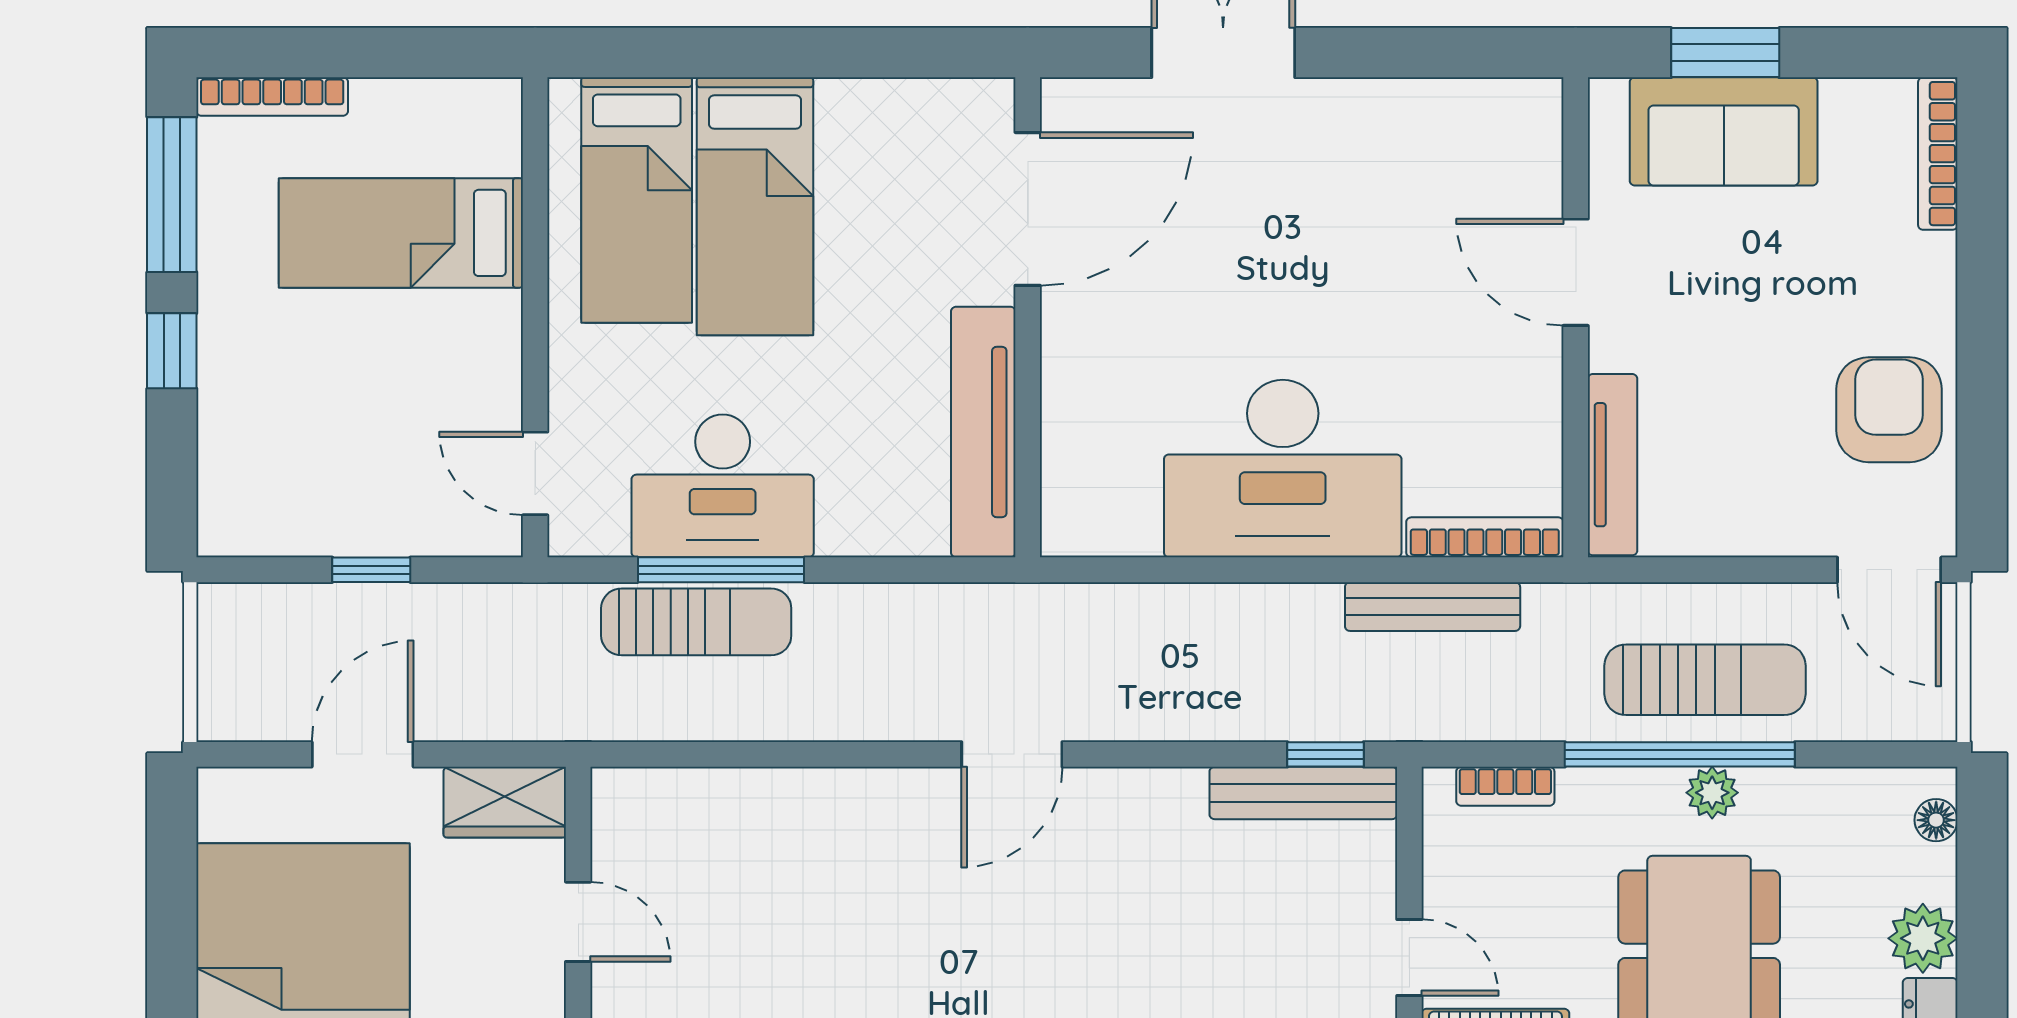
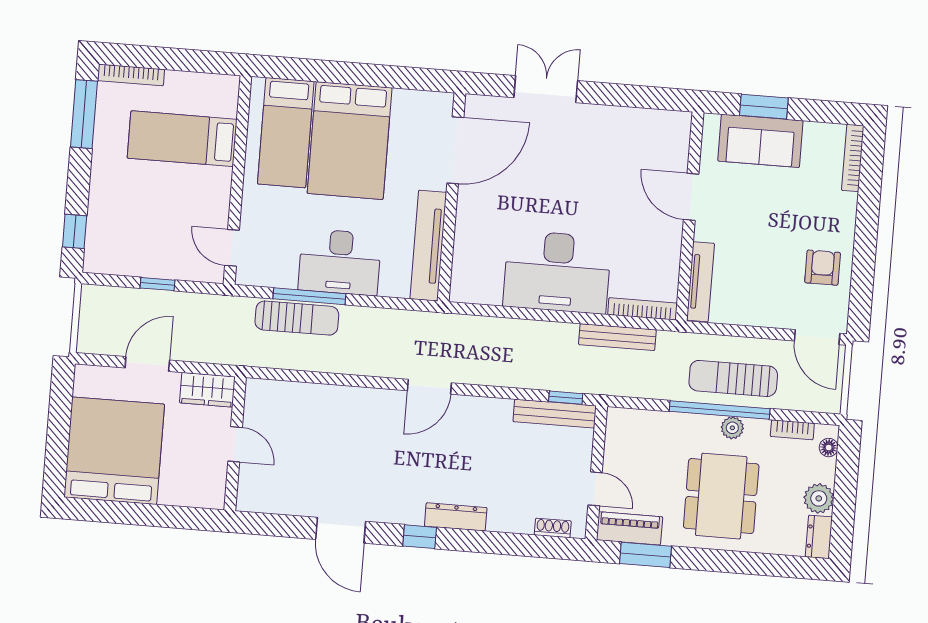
bed: (755, 206) -> (350, 141), width x1.50
window: (172, 351) -> (75, 231), moved
armchair: (1889, 410) -> (823, 268), width x0.72, depth x0.72
desk: (723, 486) -> (340, 262), moved
sun lounger: (1705, 680) -> (733, 378), turned 180
bookcase: (1505, 786) -> (792, 430), moved

